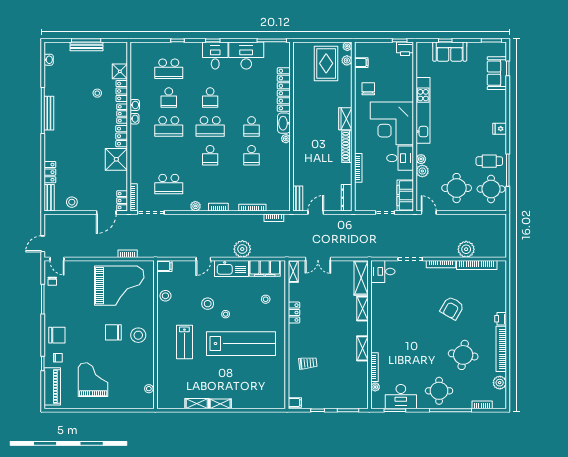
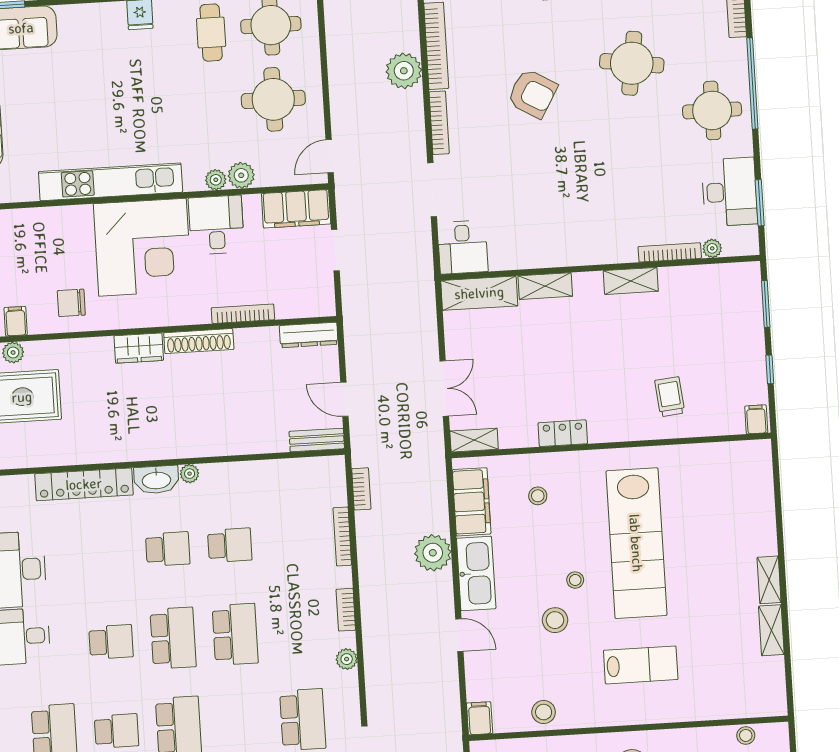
school desk: (210, 155) -> (235, 634), width x1.85
lab bench: (241, 344) -> (636, 543), turned 180

